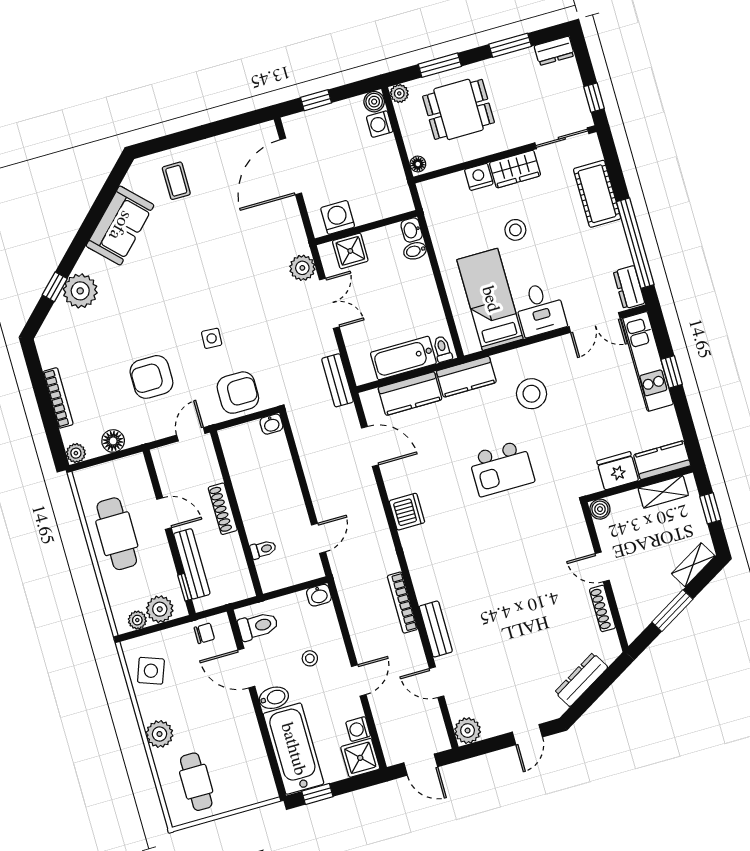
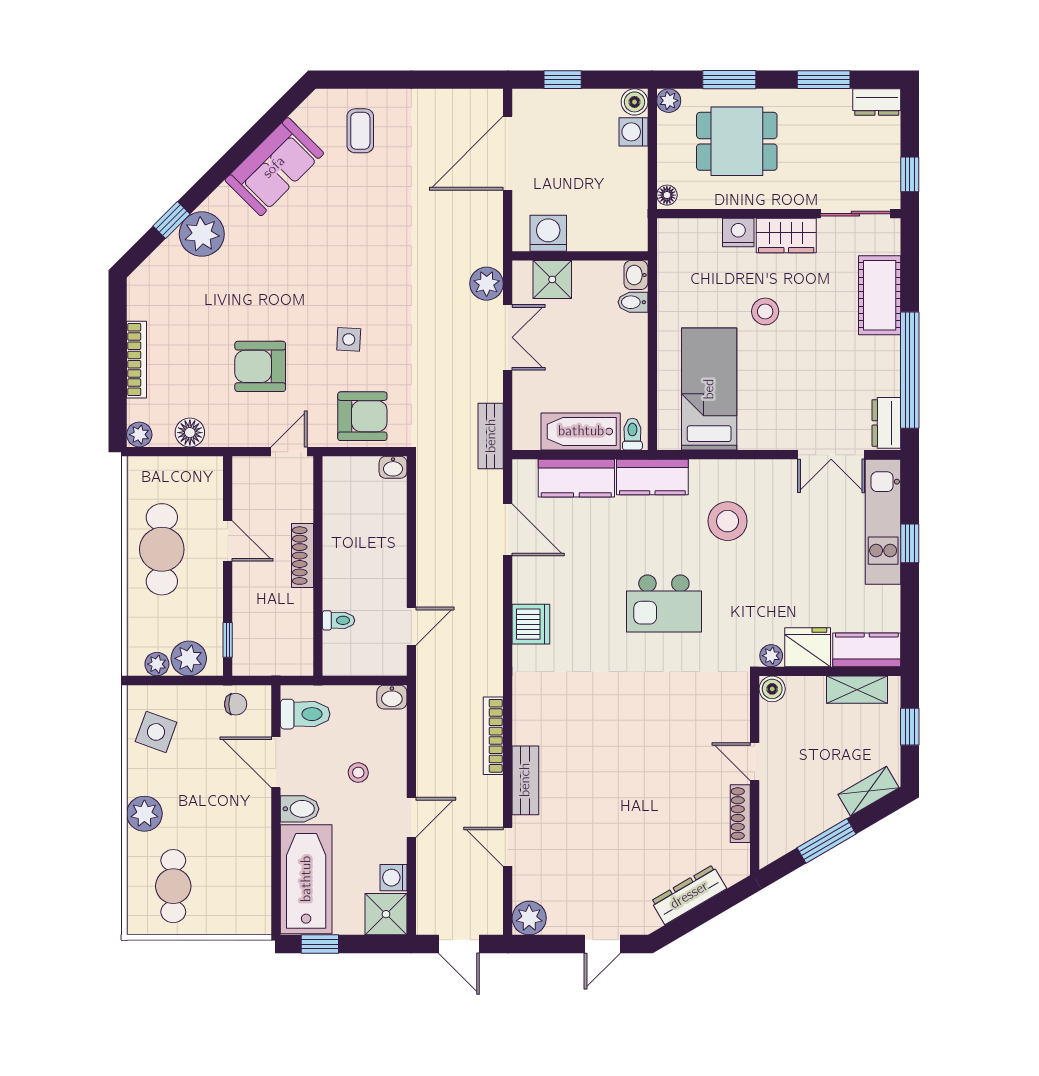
desk: (540, 309) -> (768, 419), removed
plant: (592, 485) -> (771, 656), added
bench: (192, 564) -> (245, 613), removed

